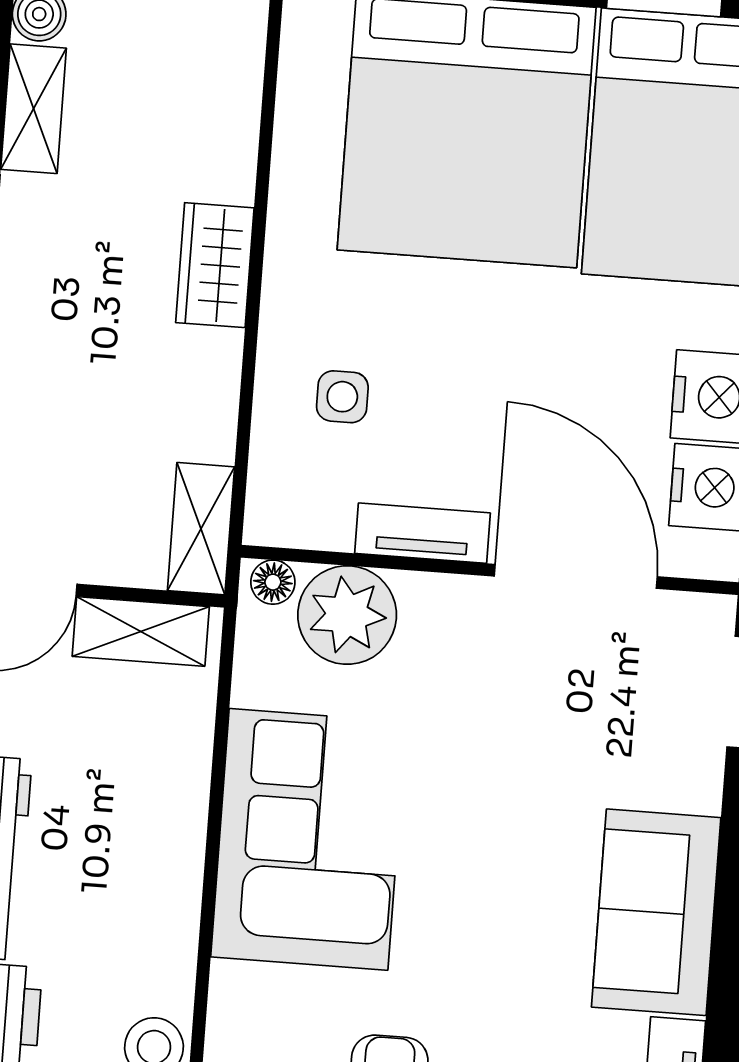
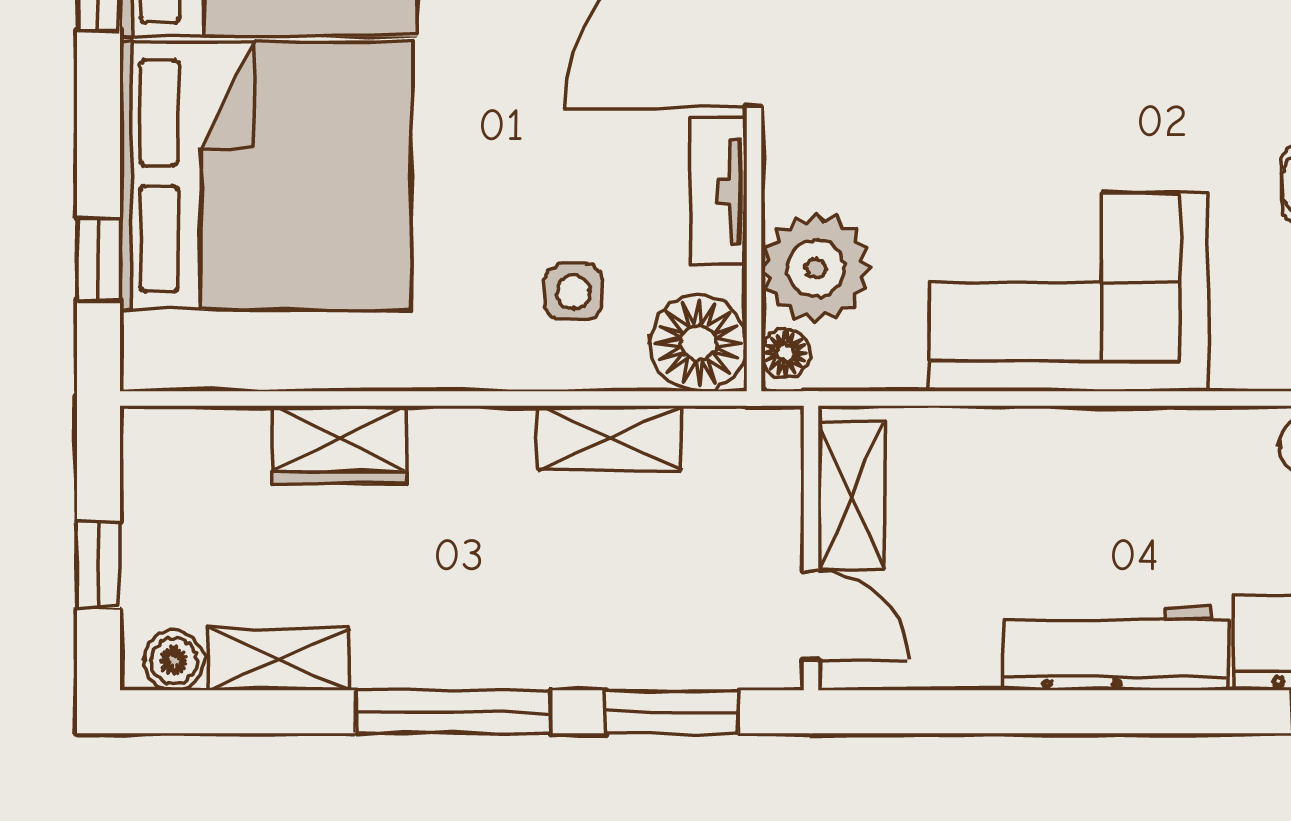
wardrobe: (215, 265) -> (339, 444), moved
floor lamp: (288, 505) -> (698, 343), added
shelving: (201, 529) -> (609, 438), moved

